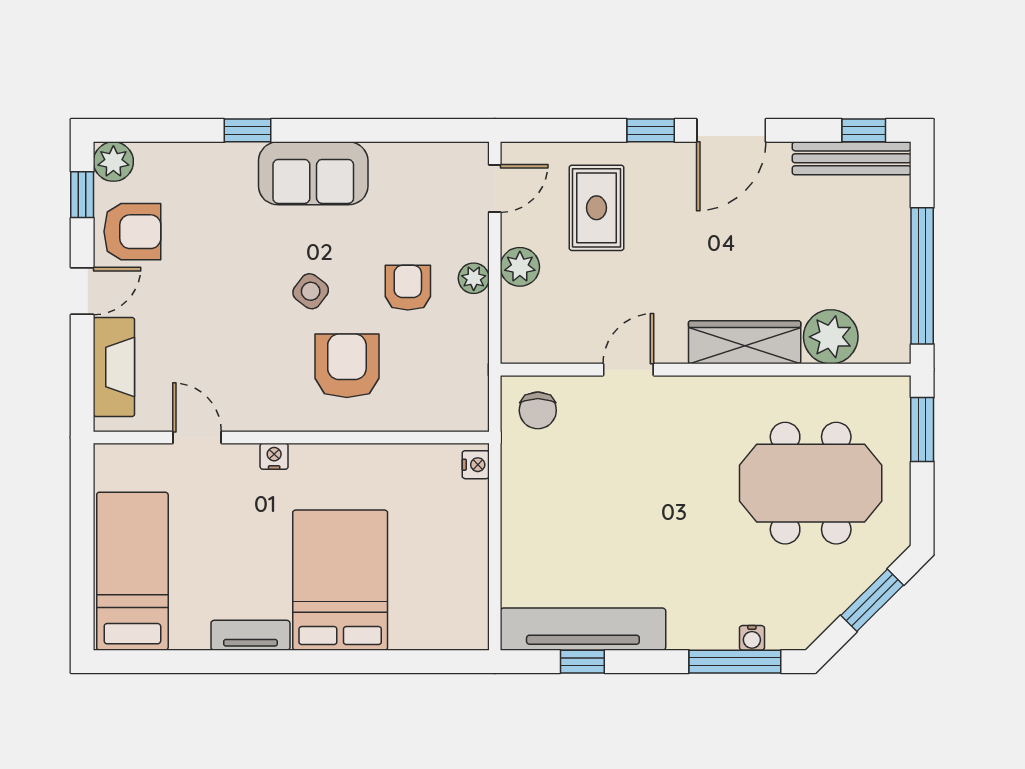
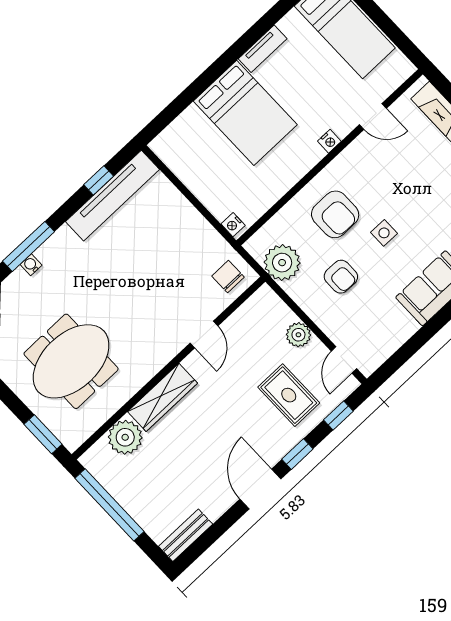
window: (864, 130) -> (338, 416), moved
bench: (852, 158) -> (186, 535), width x0.73
plant: (474, 278) -> (282, 263), moved, width x1.88, depth x1.88
side table: (311, 291) -> (384, 233), turned -37

